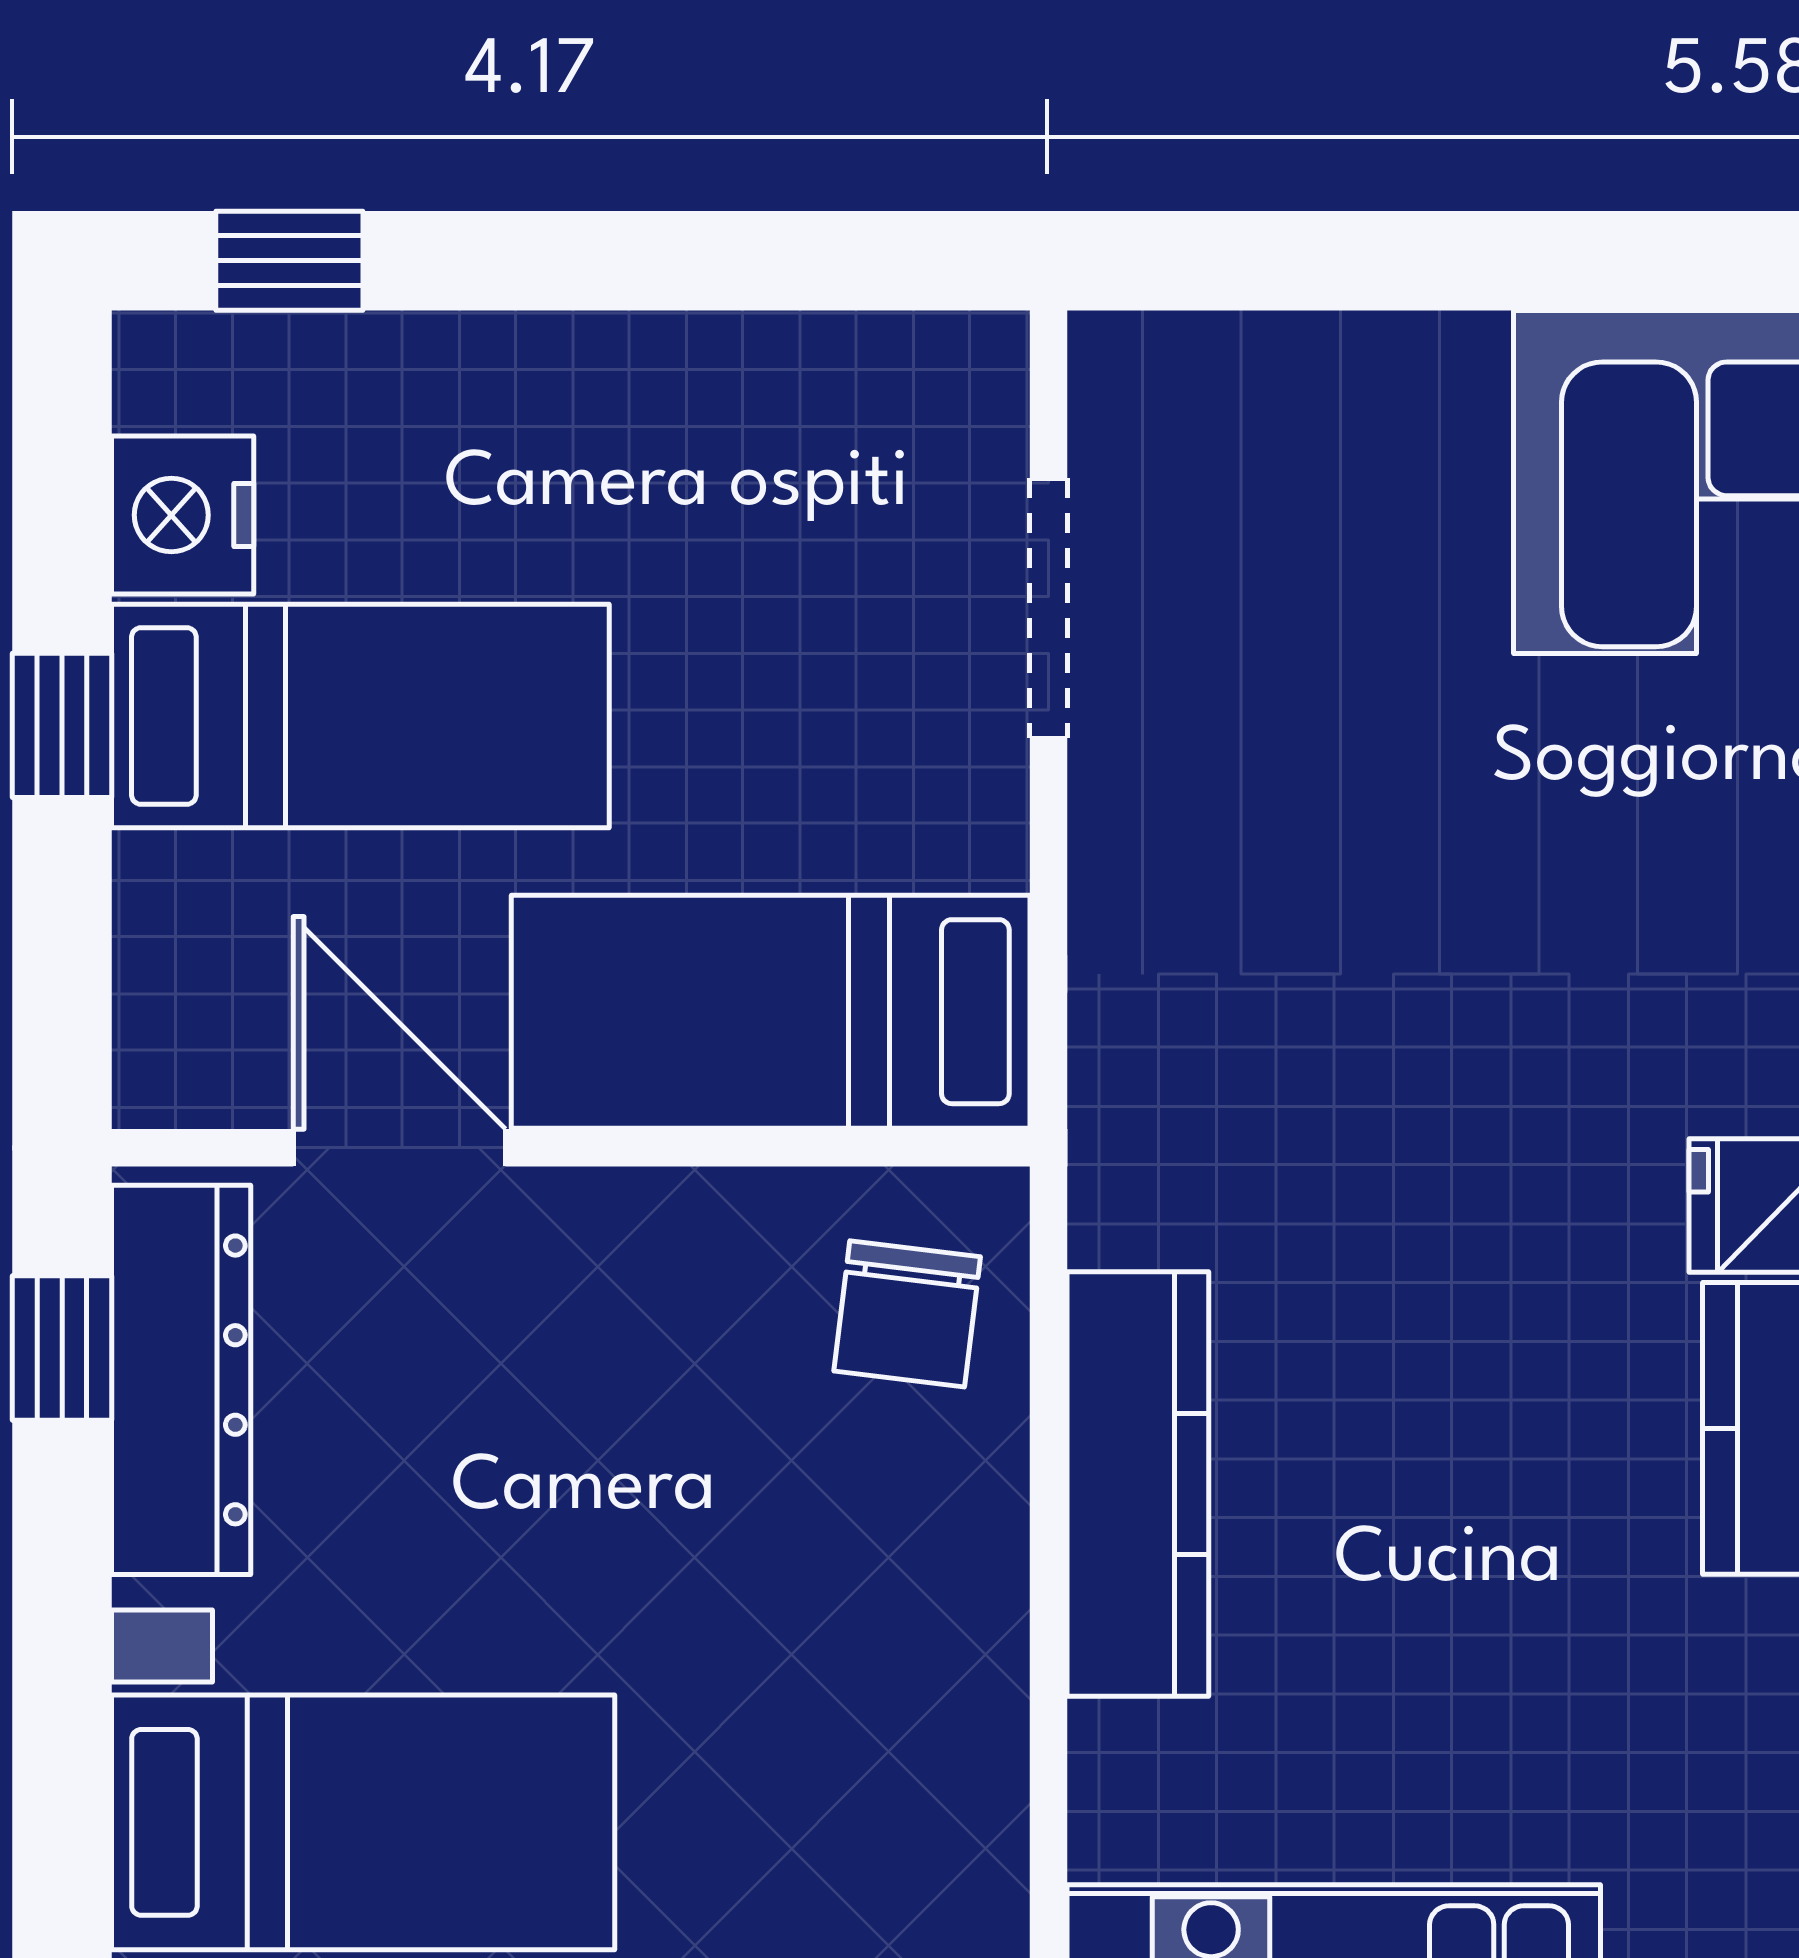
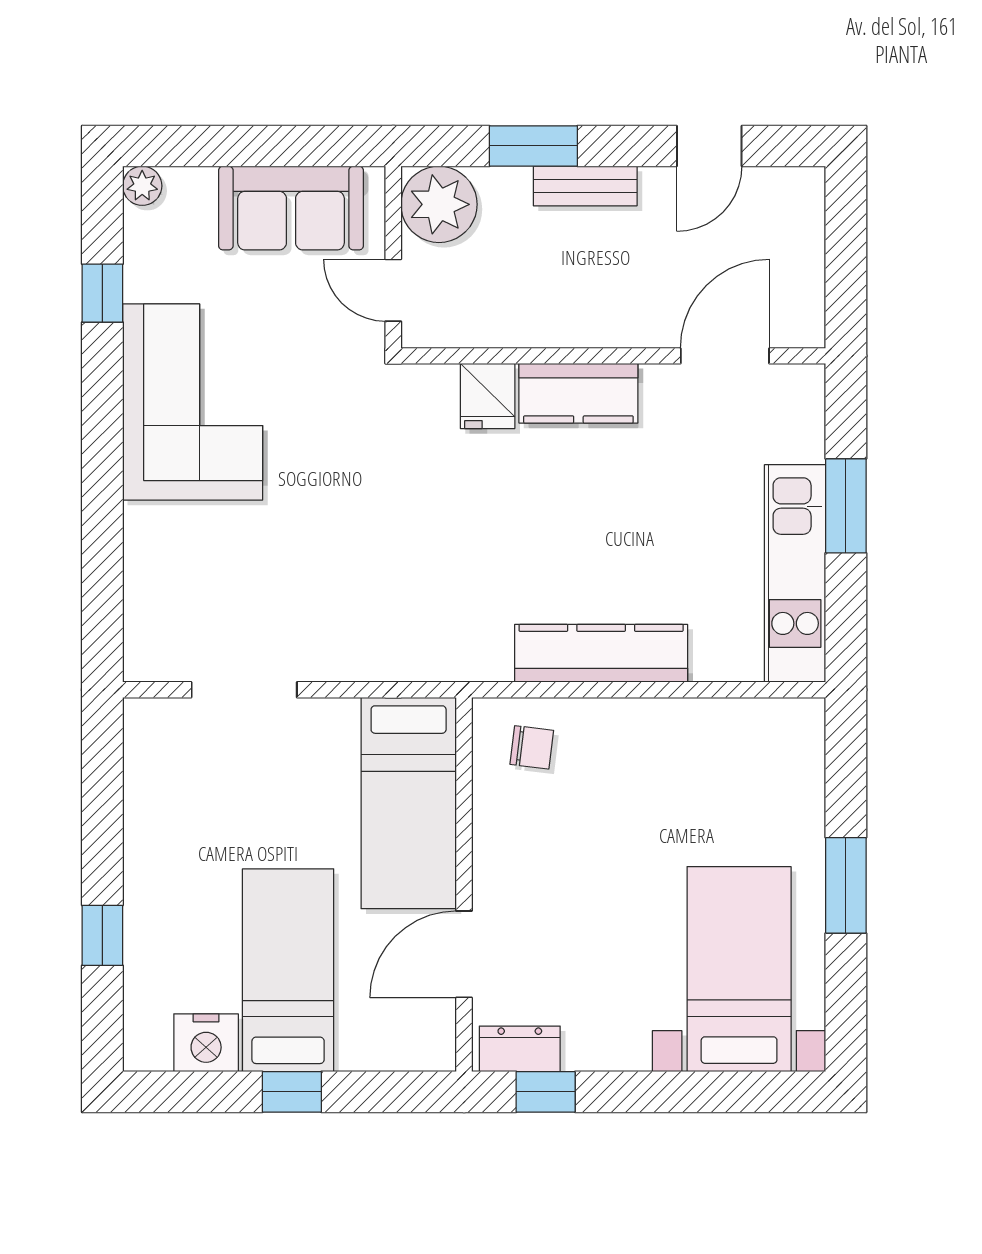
window: (289, 261) -> (102, 935), moved
chair: (907, 1314) -> (532, 747), width x0.73, depth x0.73
dresser: (181, 1380) -> (520, 1049), width x0.51, depth x0.80

